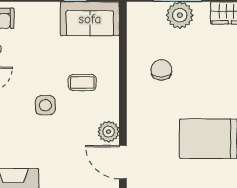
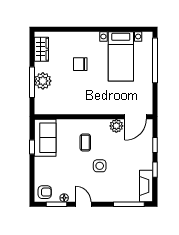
chair: (161, 70) -> (80, 64), moved

